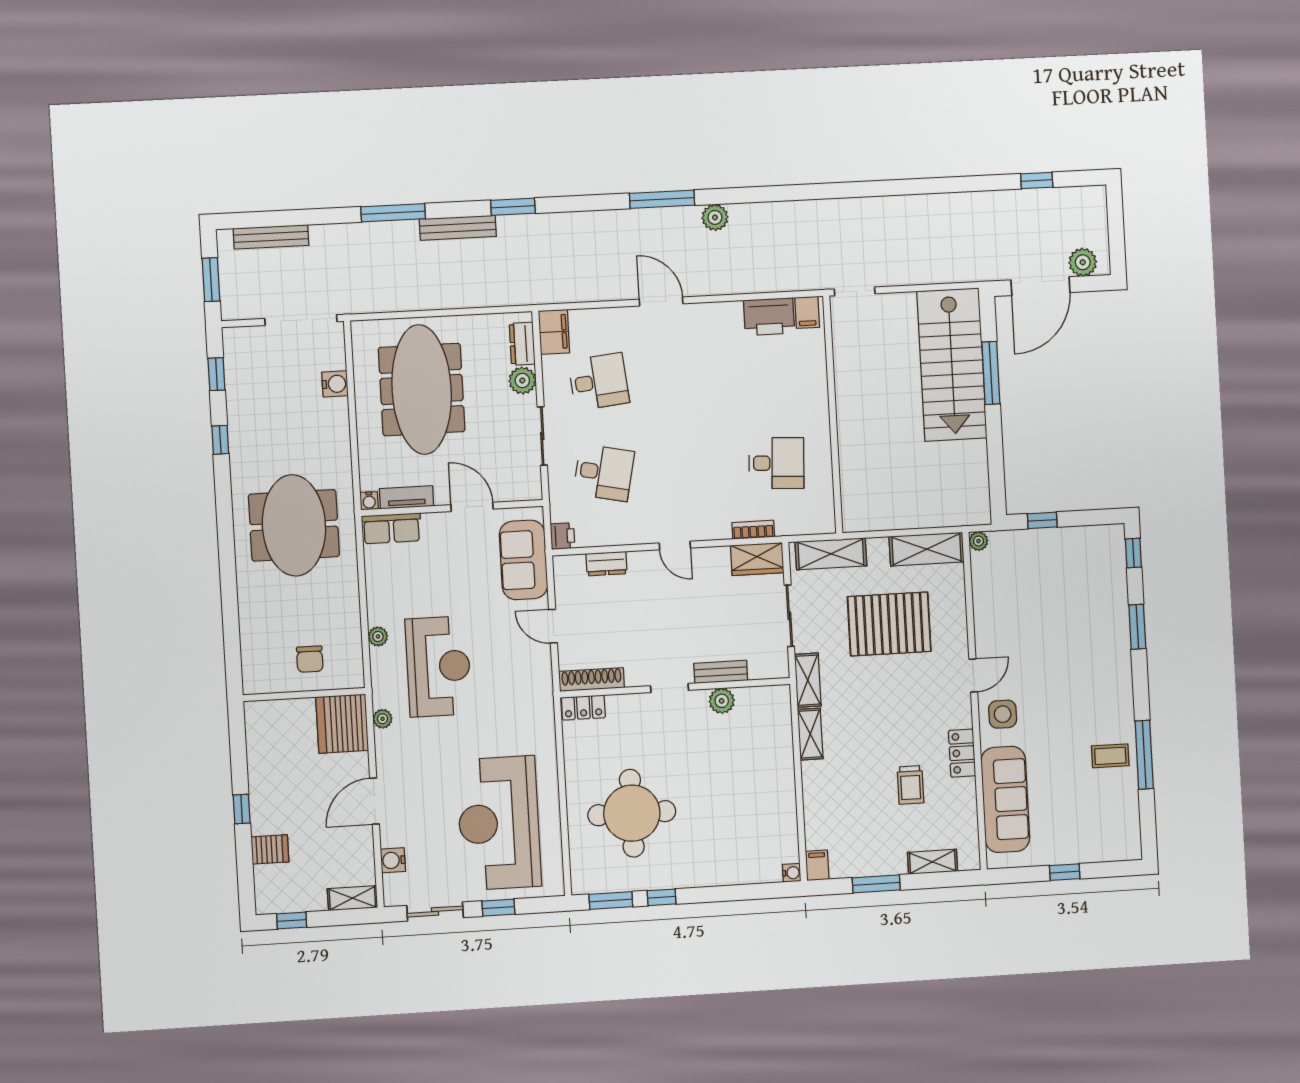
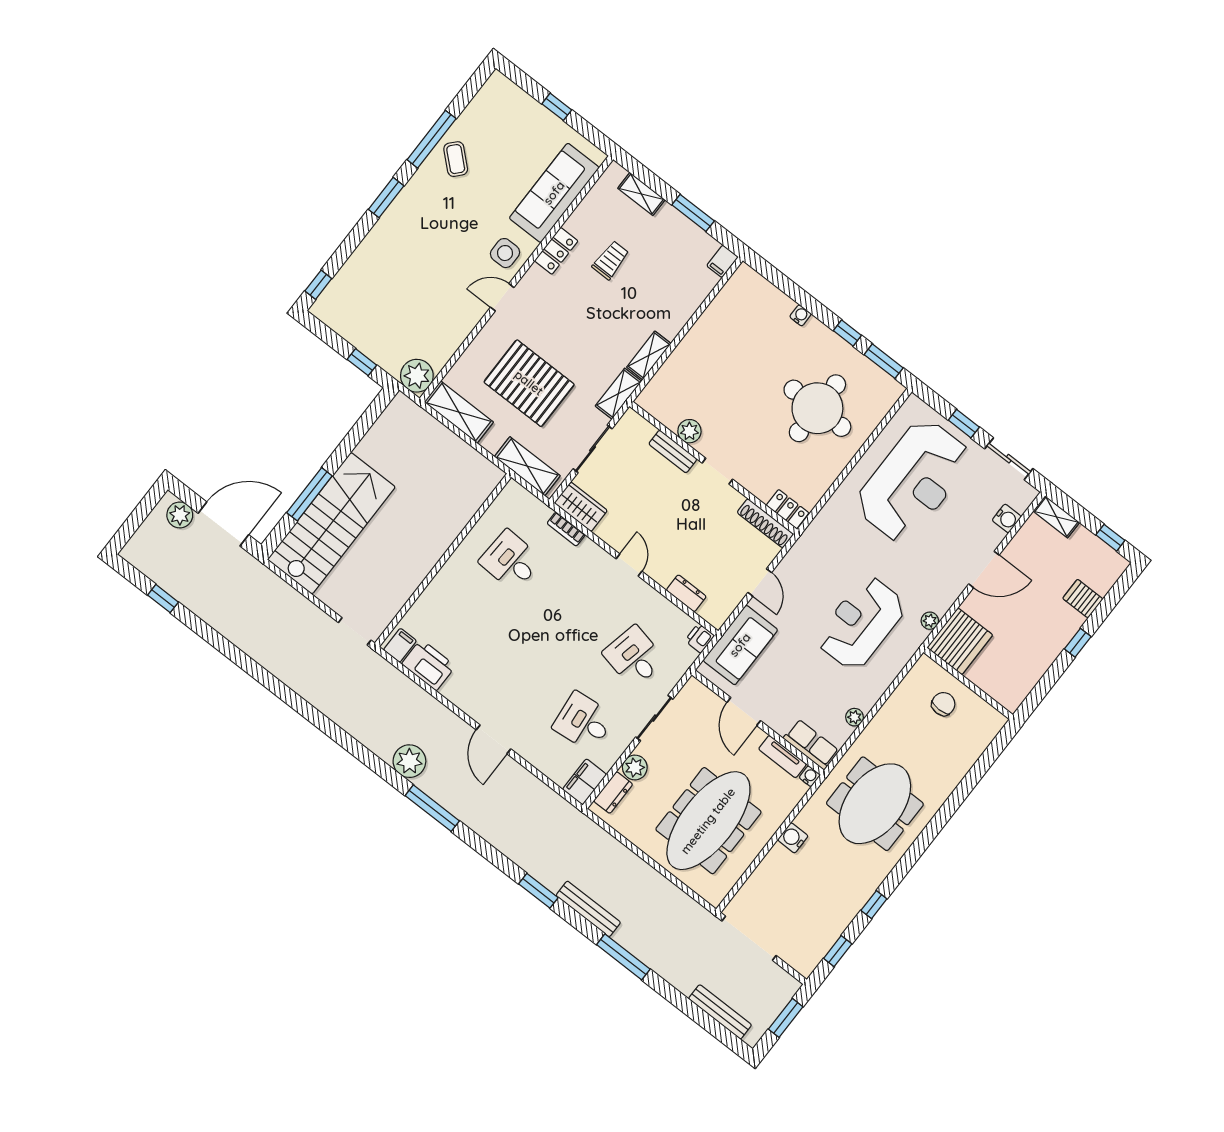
plant: (715, 217) -> (409, 761), width x1.36, depth x1.36
water cooler: (335, 384) -> (793, 838), moved
plant: (978, 541) -> (417, 376), width x1.88, depth x1.88
window: (1137, 627) -> (386, 198), moved
plant: (378, 636) -> (854, 717), moved
coffee table: (1110, 756) -> (456, 159), turned 42
water cooler: (792, 873) -> (800, 315), moved, turned 90

